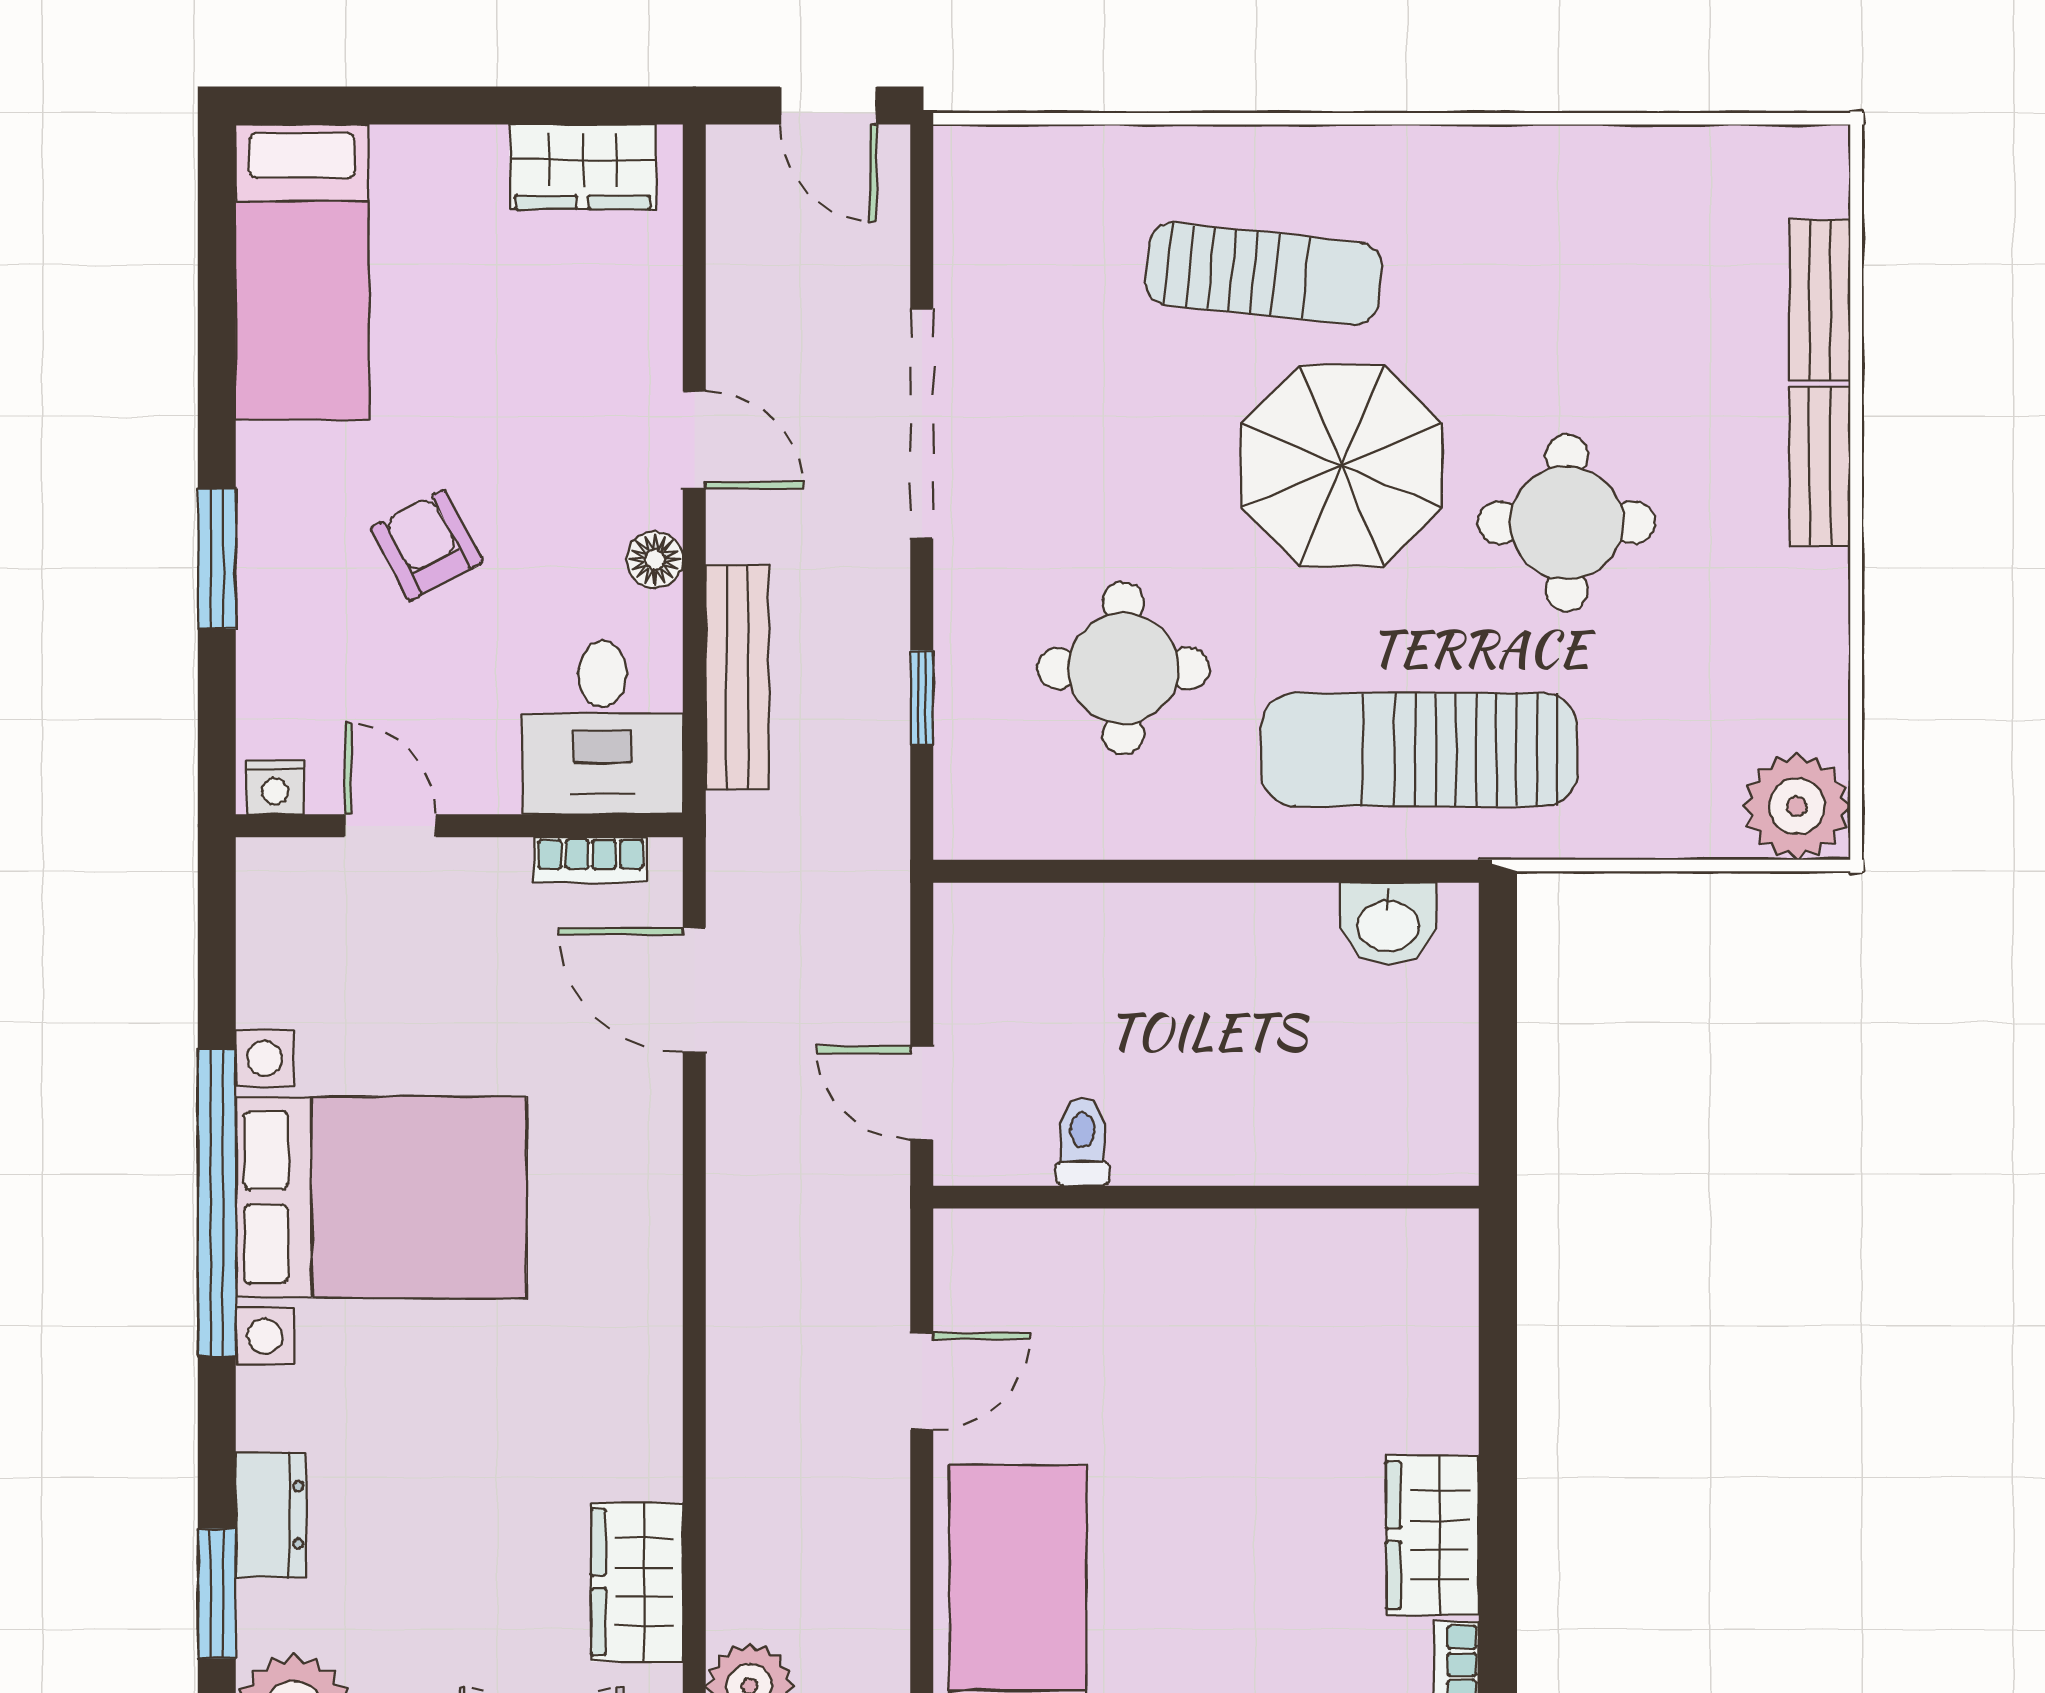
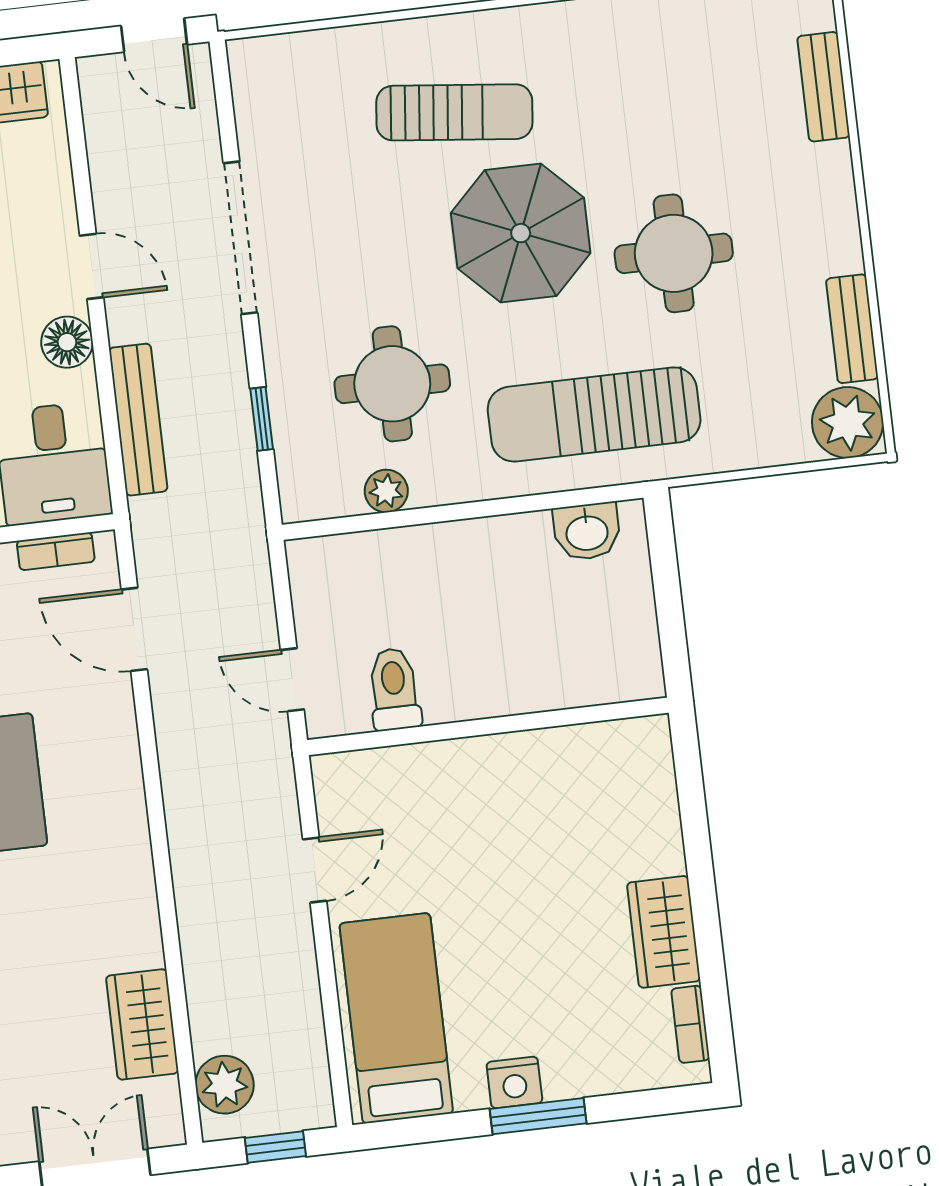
bench: (1820, 466) -> (852, 329), moved
floor lamp: (655, 560) -> (67, 342), width x1.37, depth x1.37
plant: (1095, 827) -> (386, 491), added
toilet: (1082, 1142) -> (394, 689), width x1.37, depth x1.39

